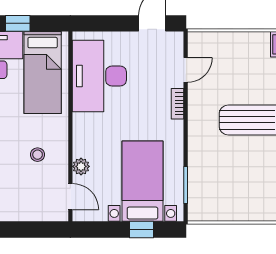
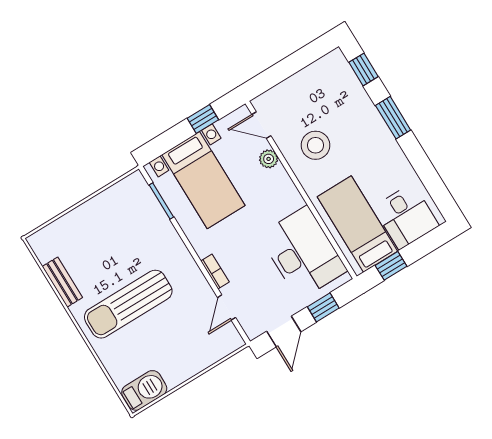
window: (18, 23) -> (391, 266), moved
window: (110, 23) -> (323, 307), added
stool: (38, 155) -> (316, 145), width x1.89, depth x1.89
window: (142, 230) -> (203, 119), moved

